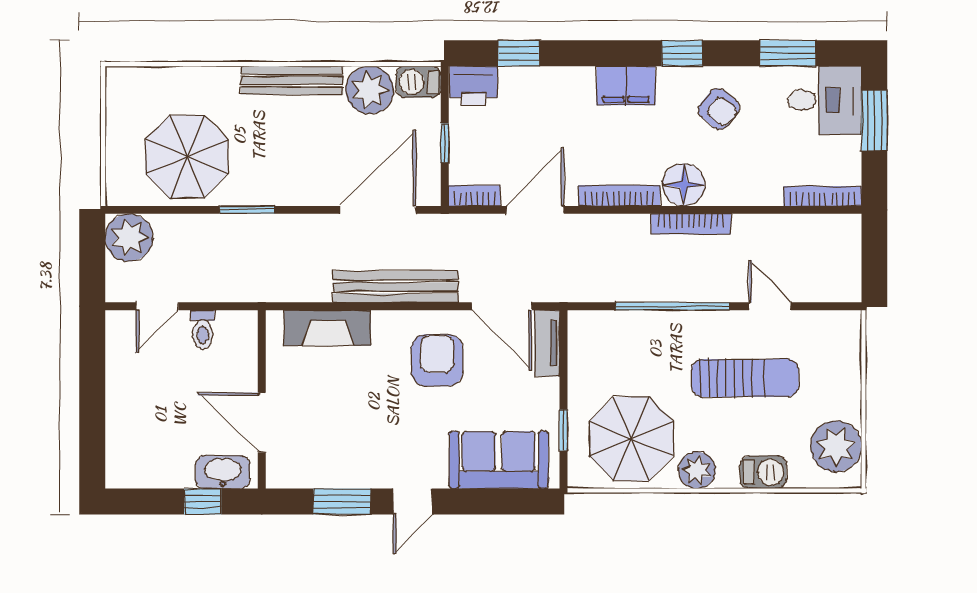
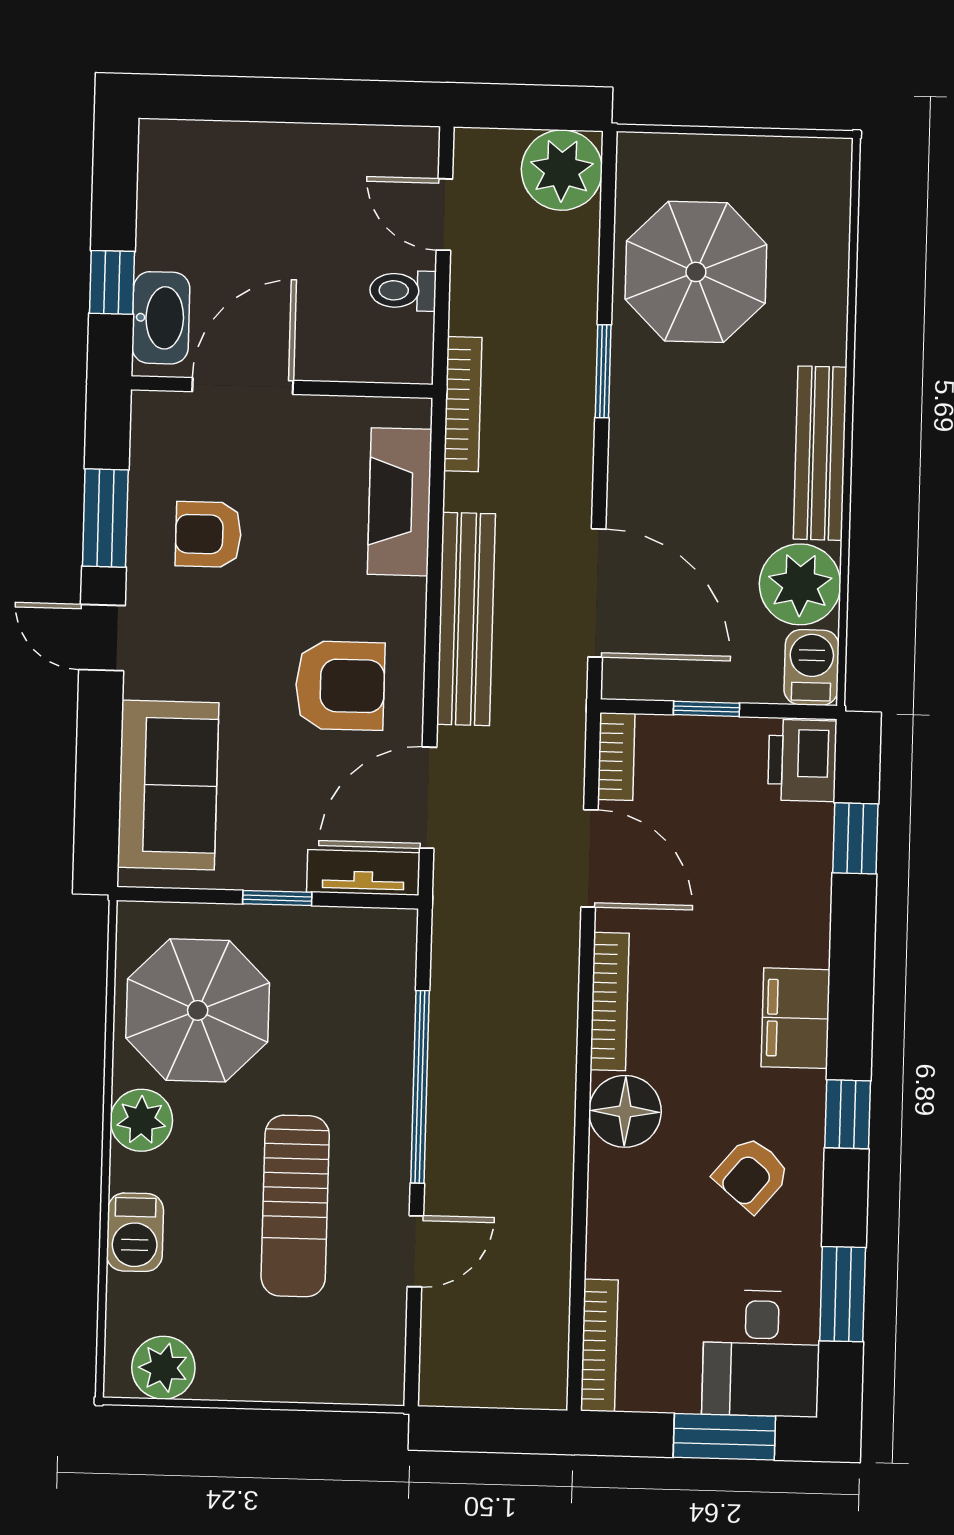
bookcase: (691, 224) -> (463, 404), moved, turned 180
window: (564, 430) -> (277, 898), moved
armchair: (350, 440) -> (208, 534), added
plant: (836, 446) -> (163, 1368), width x0.73, depth x0.73

